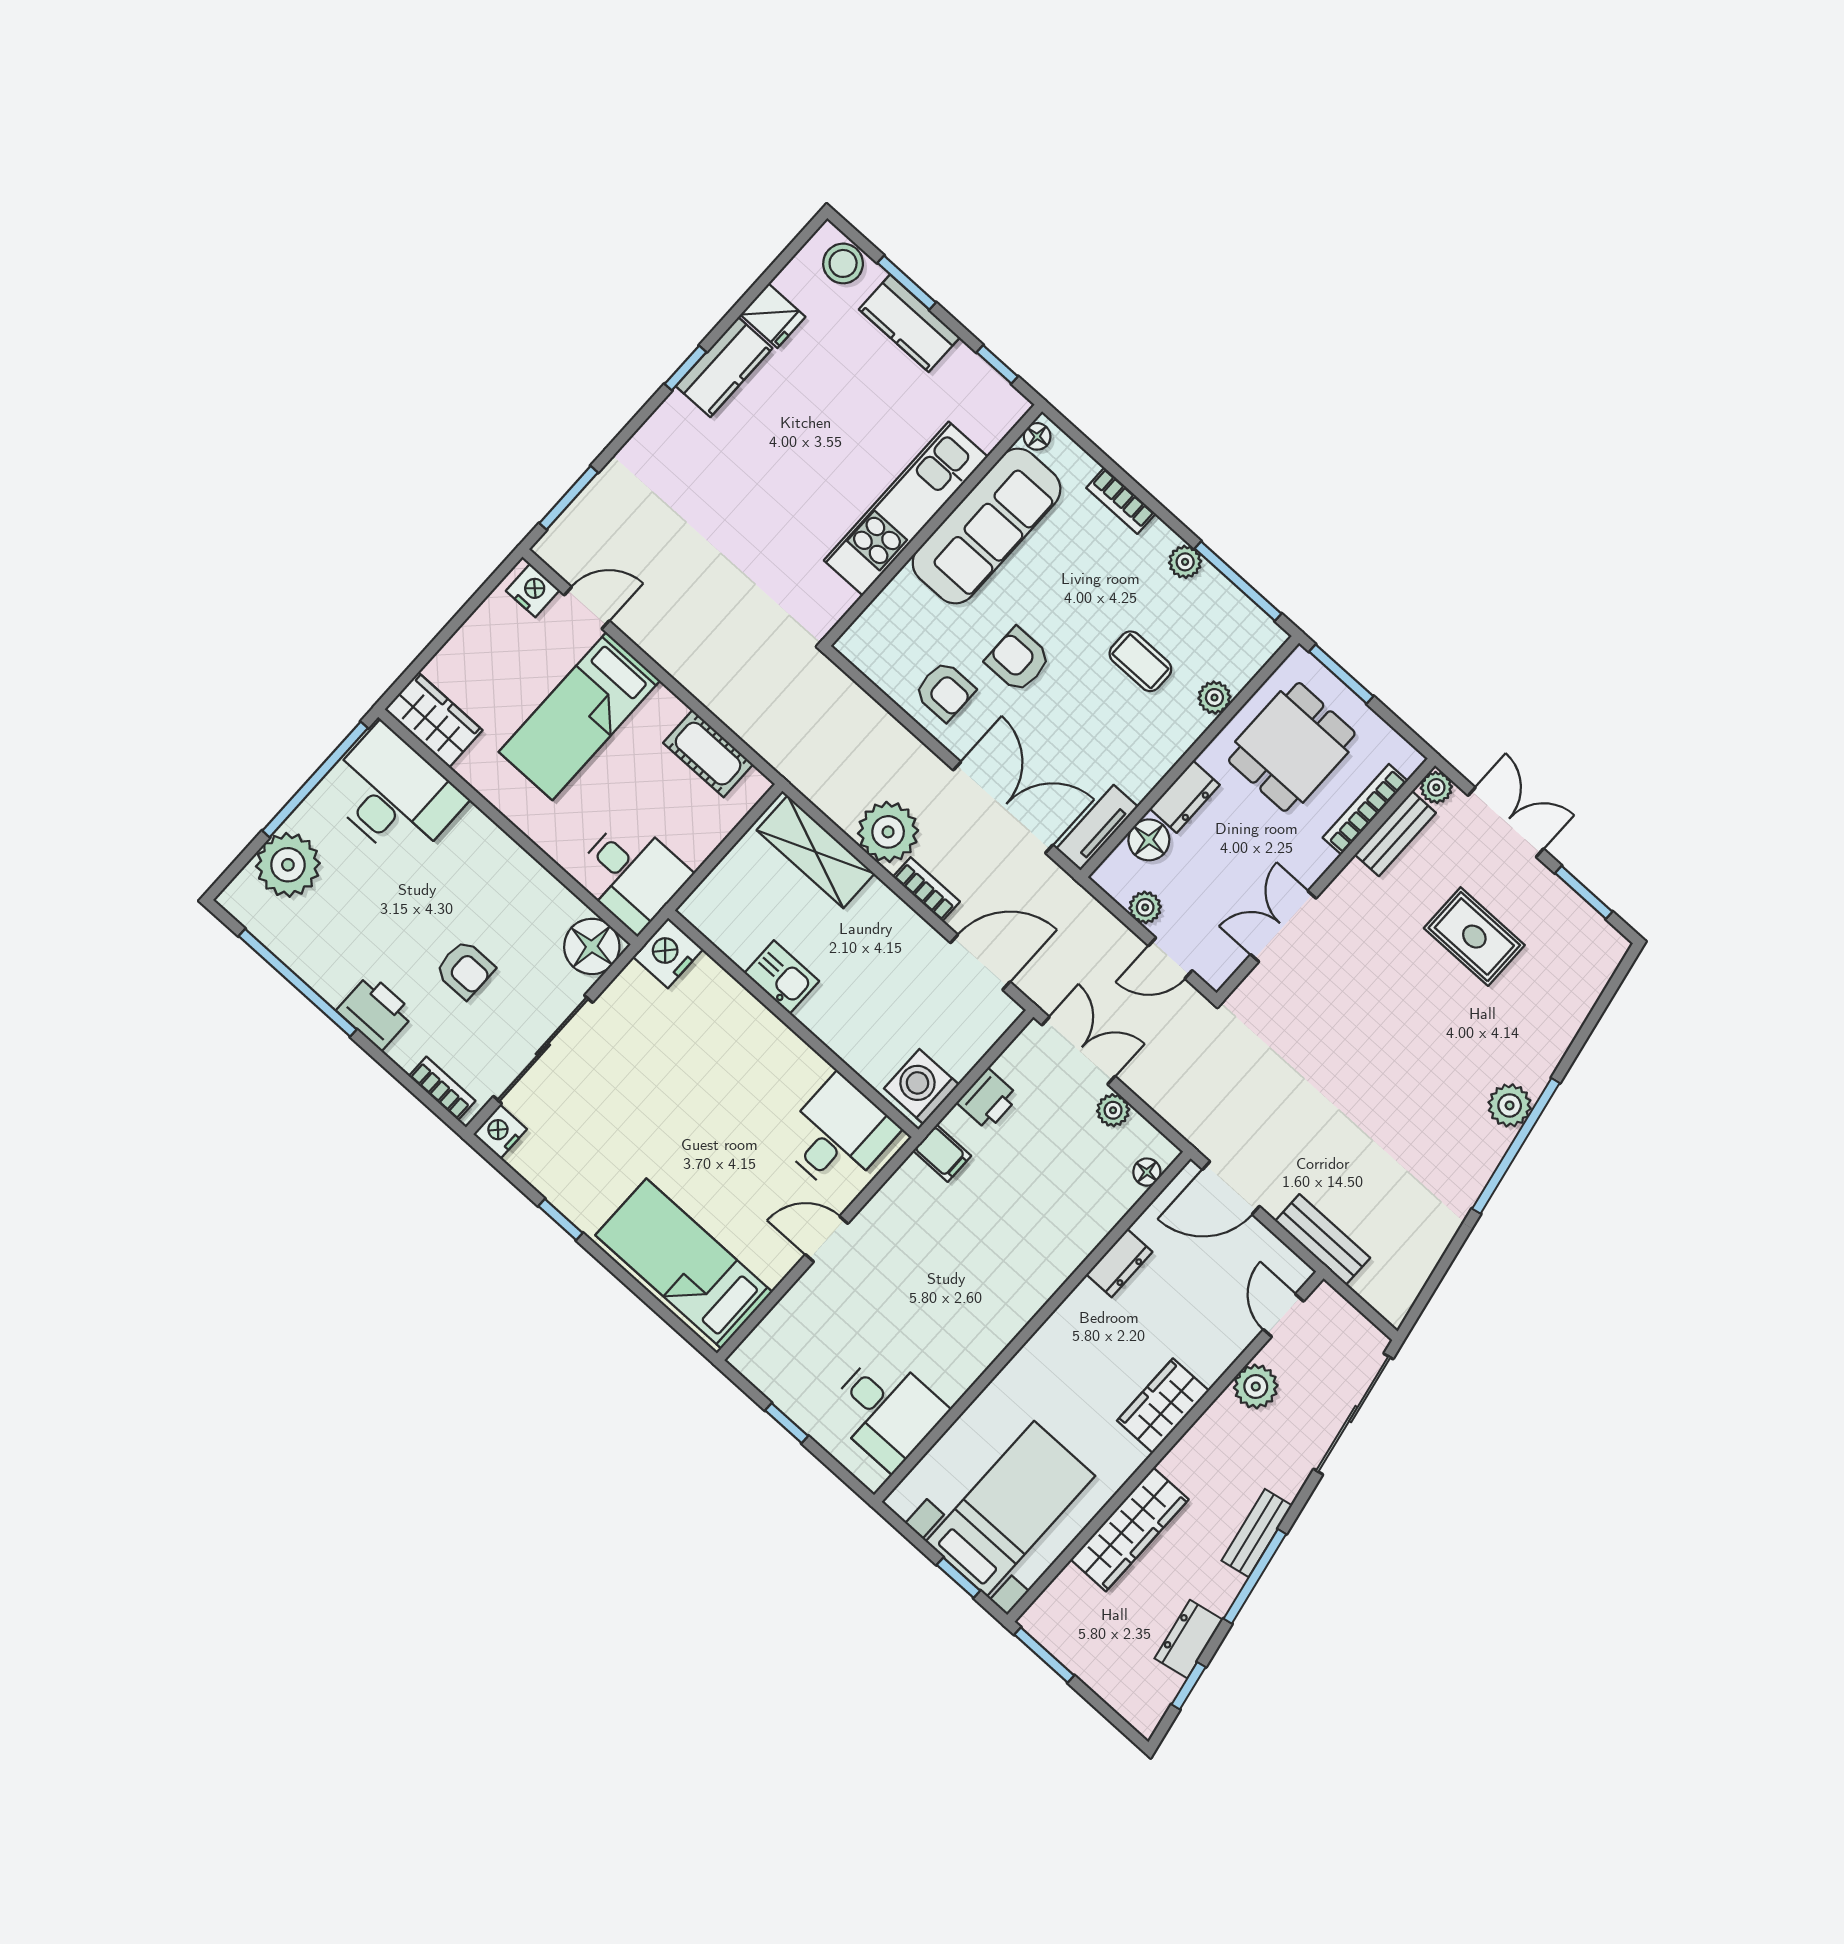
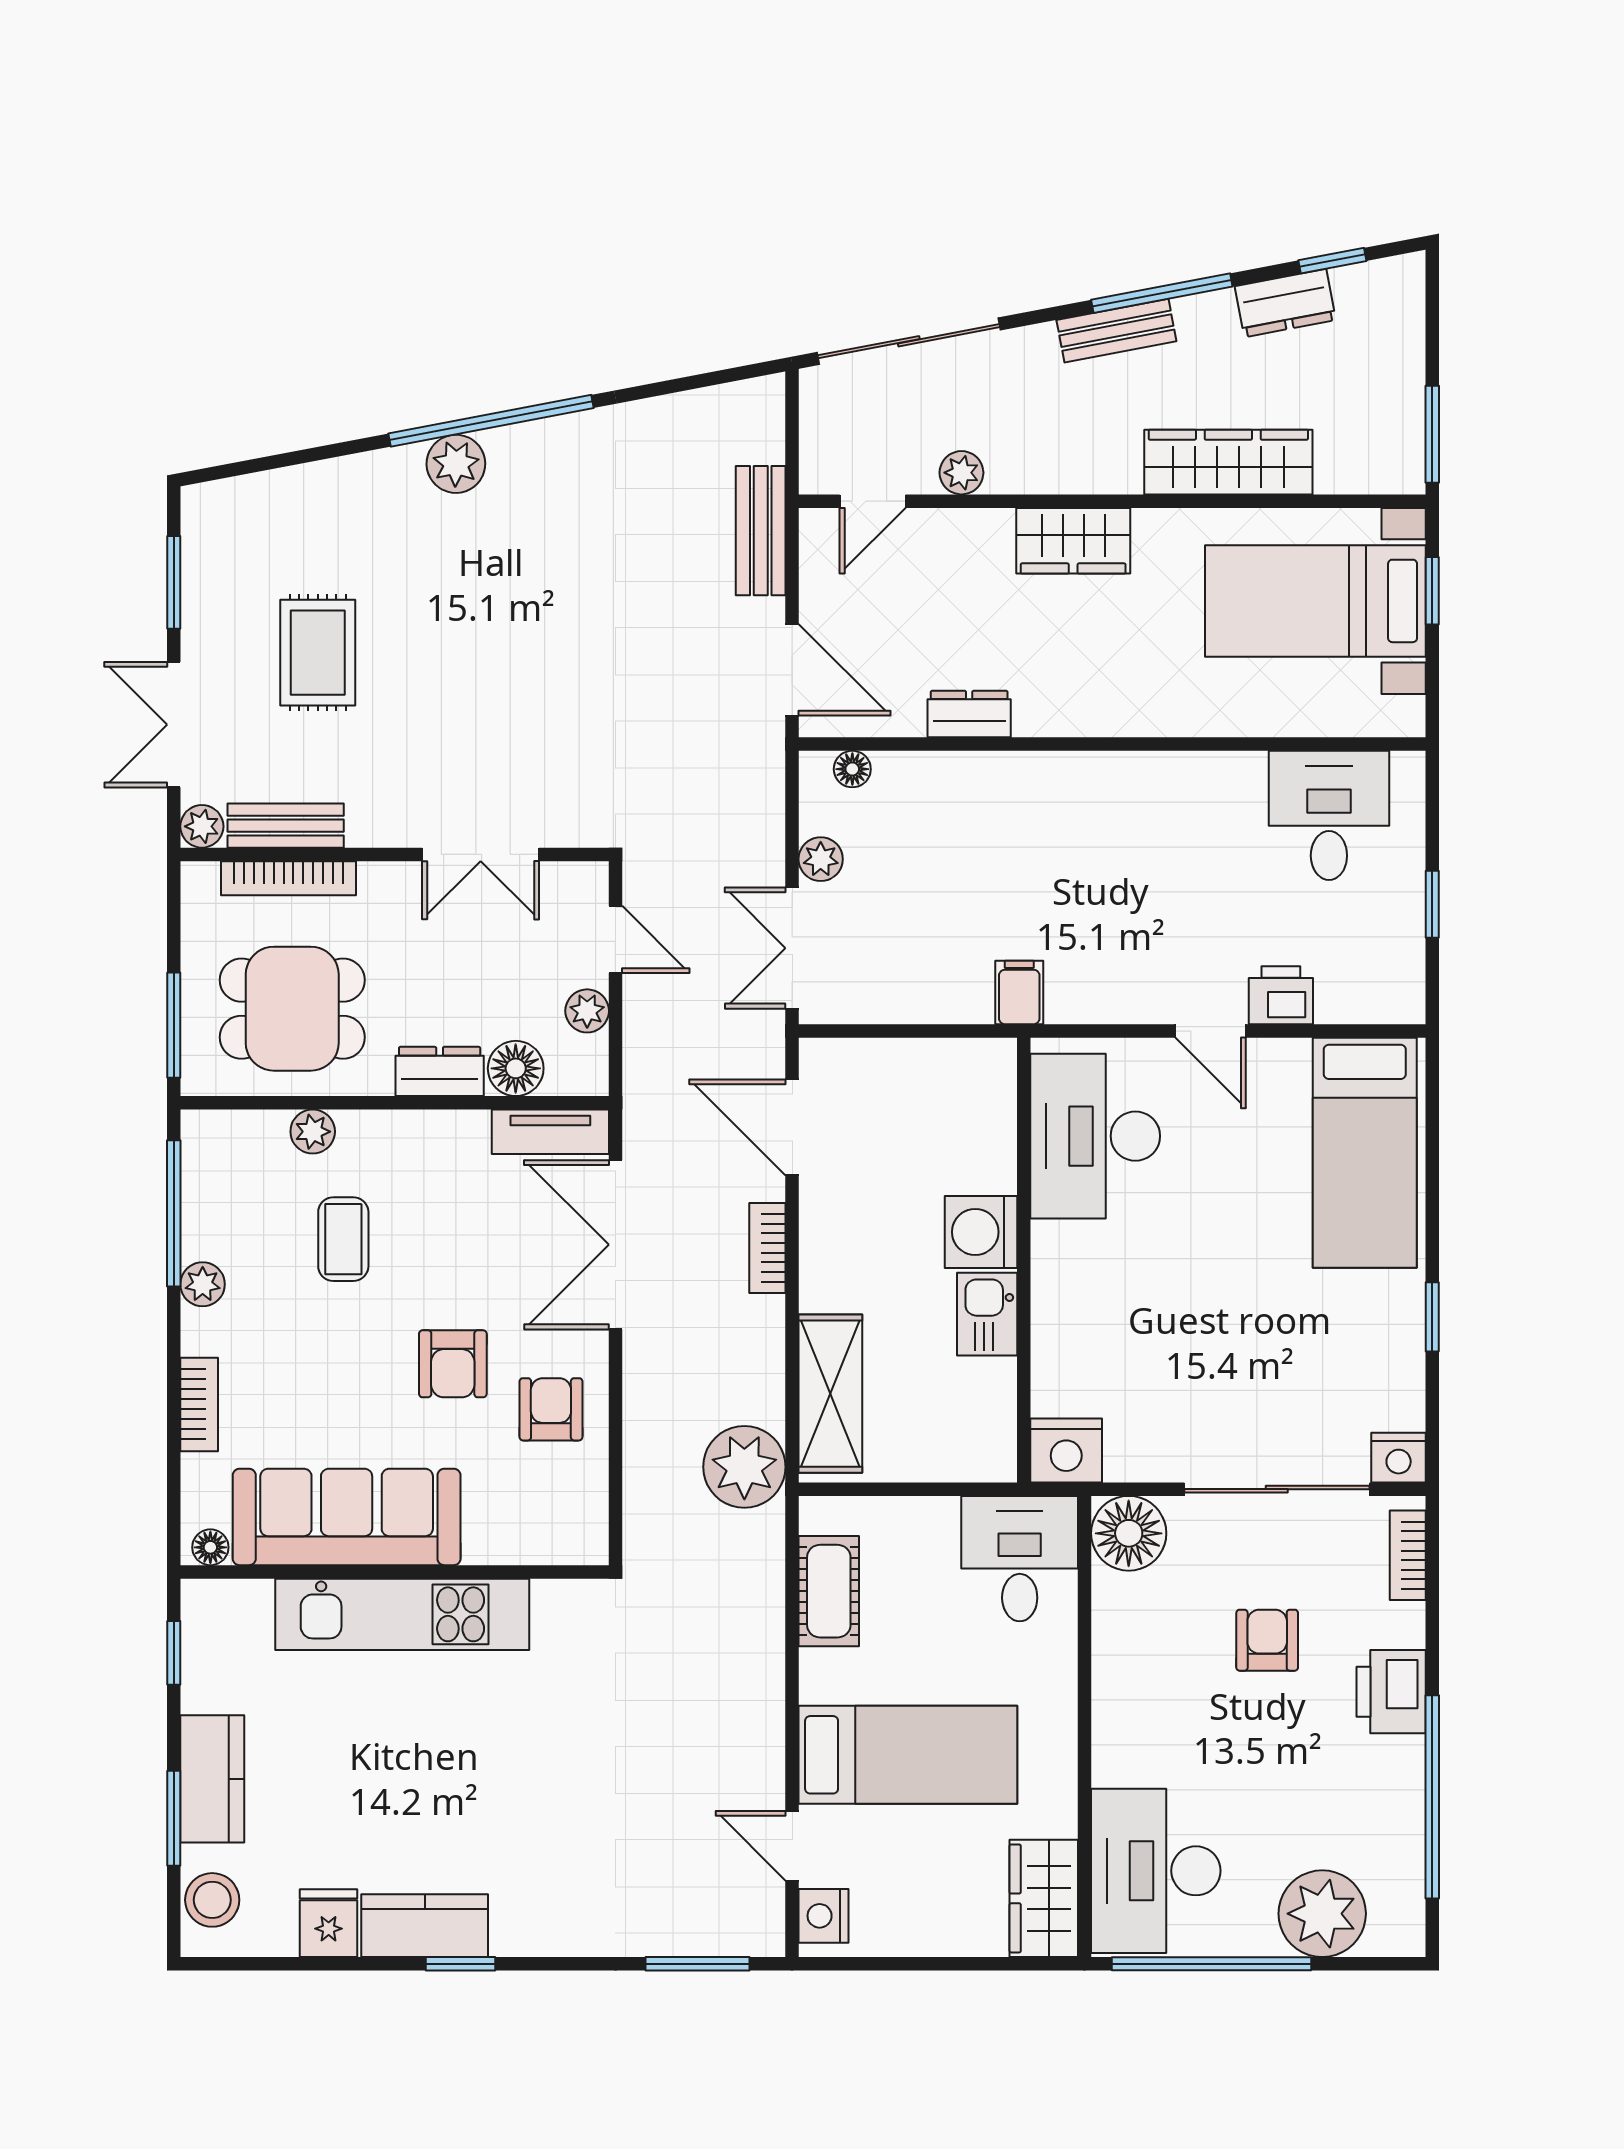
plant: (888, 832) -> (744, 1467), moved
washing machine: (921, 1086) -> (981, 1232), moved, turned 90
printer: (988, 1099) -> (1281, 995), moved
desk: (838, 1135) -> (1095, 1136), width x1.37
plant: (1256, 1386) -> (961, 473), width x0.73, depth x0.73

